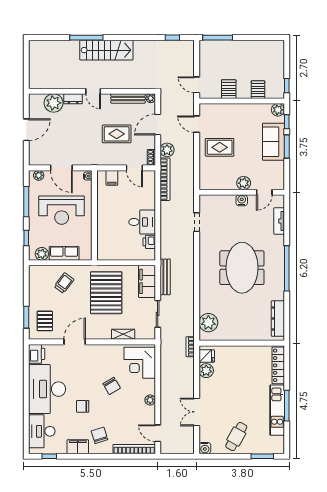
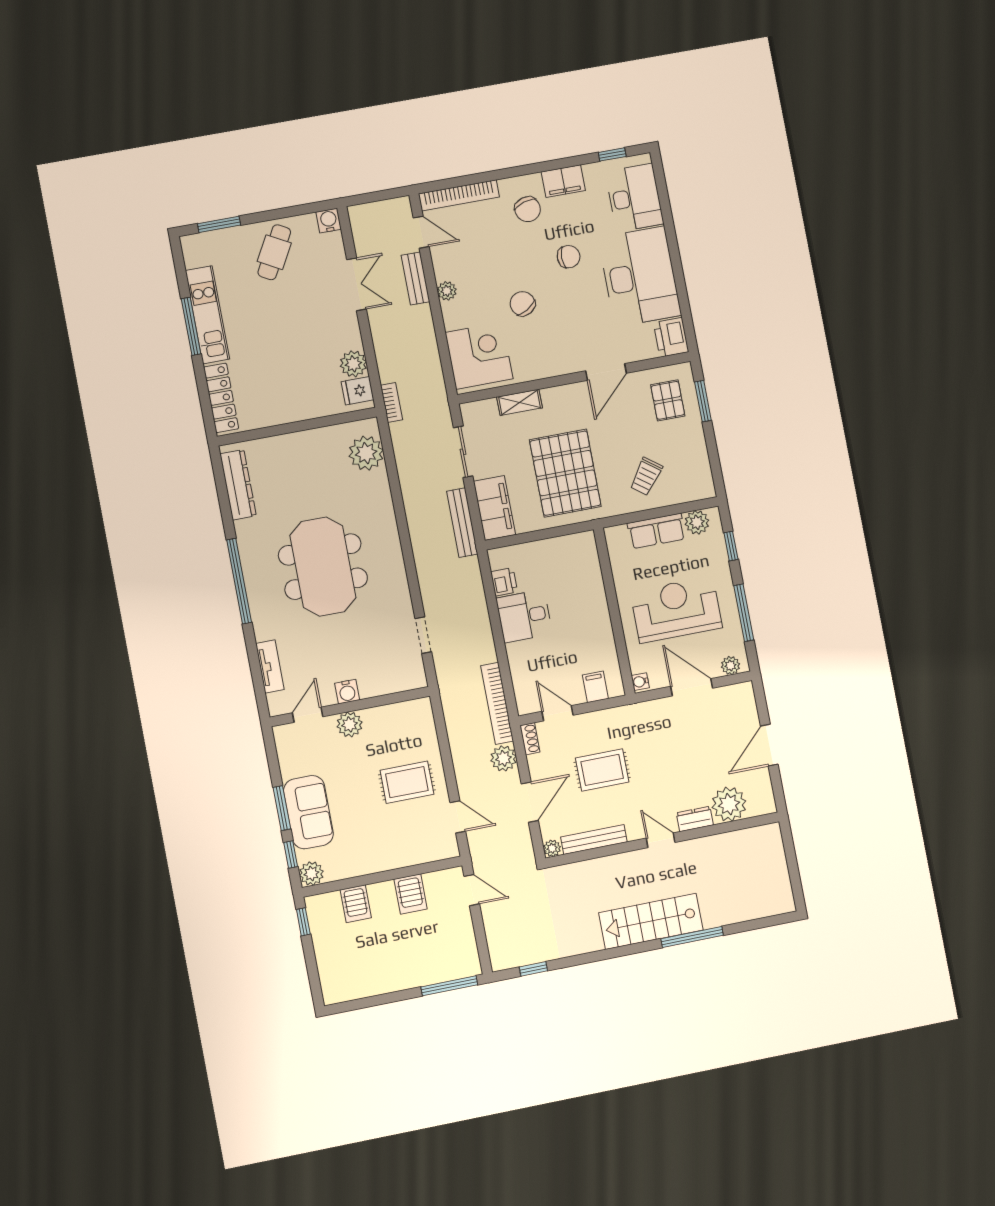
bench: (165, 409) -> (415, 279), added

